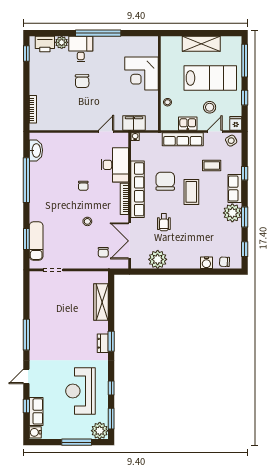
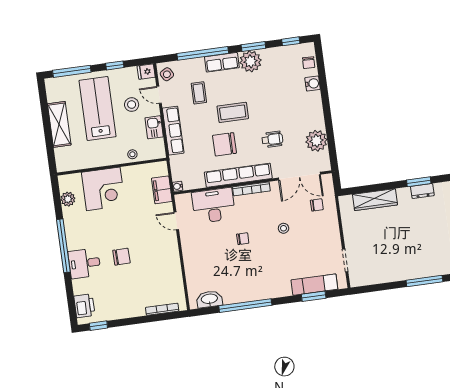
plant: (62, 42) -> (68, 199), moved
window: (245, 173) -> (203, 53), width x3.17

